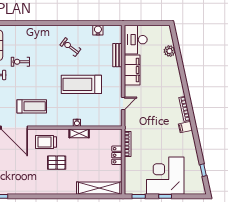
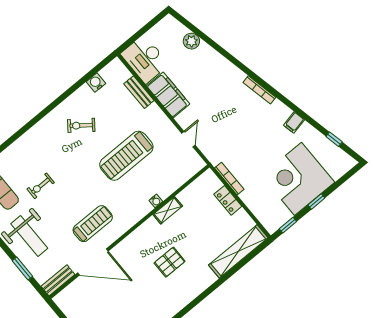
filing cabinet: (185, 127) -> (294, 123), moved
trolley: (46, 142) -> (140, 249), removed

